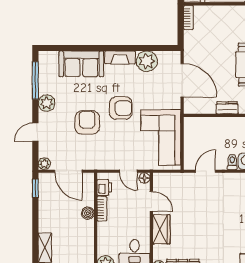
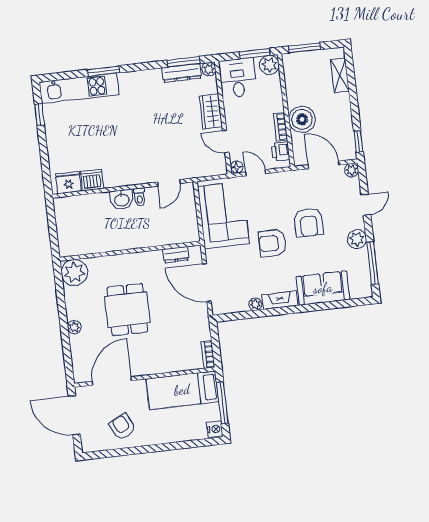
plant: (147, 61) -> (255, 304), width x0.53, depth x0.53
dresser: (227, 108) -> (176, 255), moved
boiler: (88, 213) -> (302, 119), width x1.86, depth x1.86

